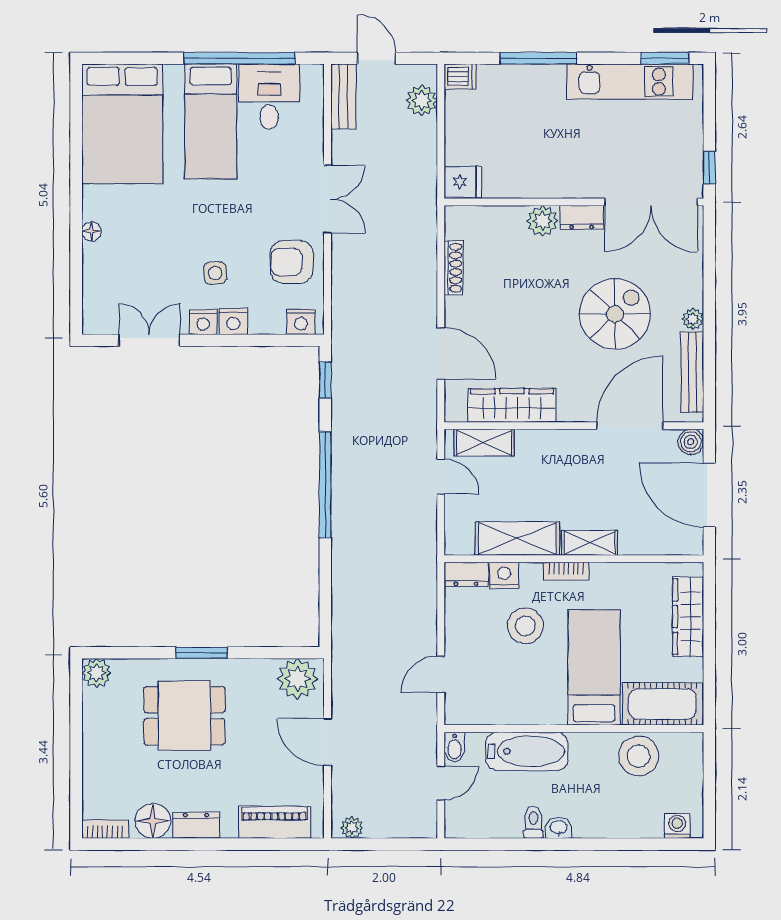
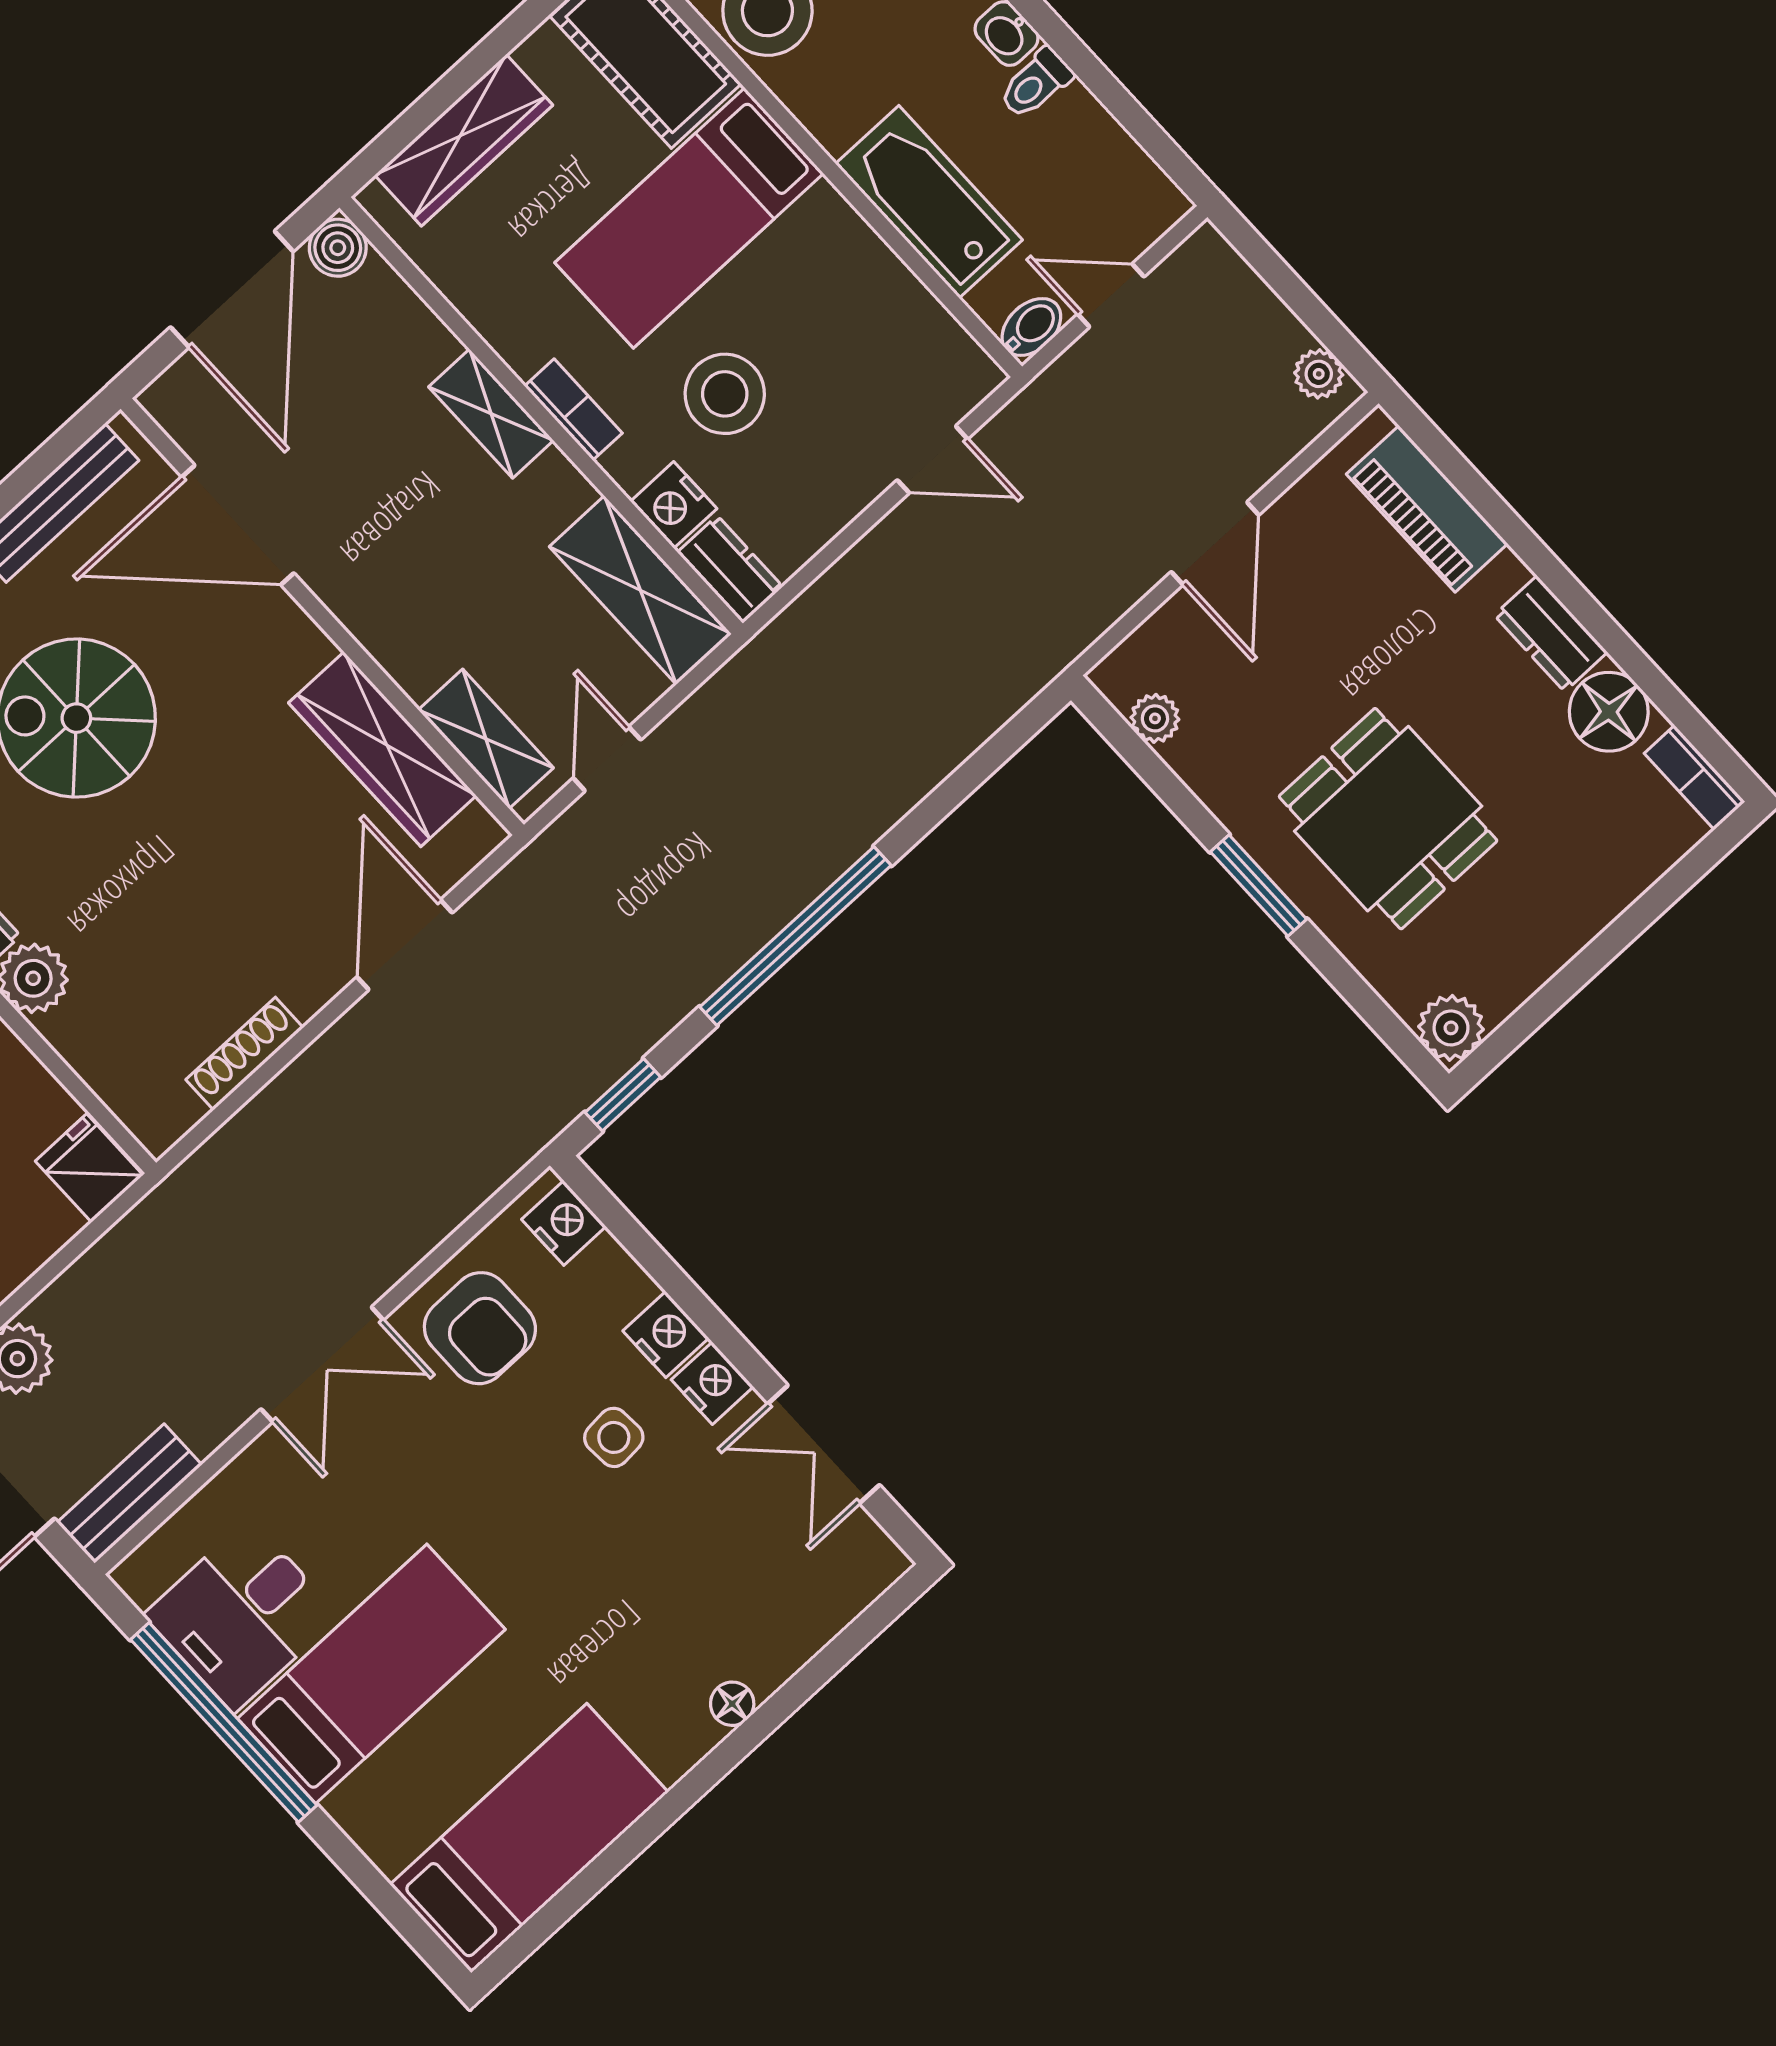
bed: (122, 124) -> (529, 1838), width x0.67
double door: (328, 199) -> (322, 1364), swing flipped
boiler: (691, 442) -> (338, 248), moved
shelving: (518, 539) -> (640, 590), moved
plant: (298, 679) -> (1155, 718), width x0.53, depth x0.53

